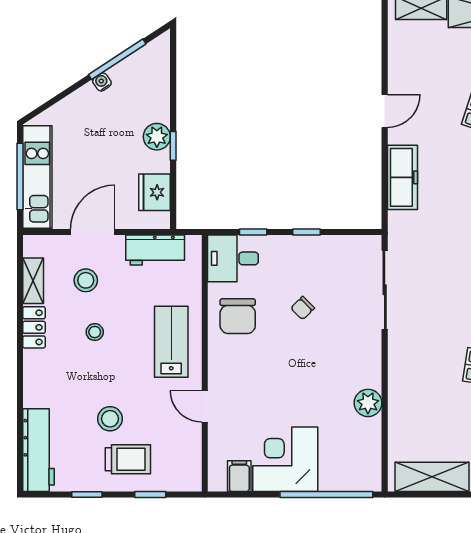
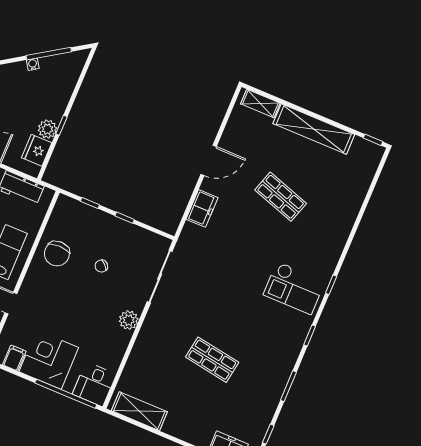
door: (385, 111) -> (209, 160), width x1.38
plant: (157, 137) -> (47, 129), moved
freezer: (403, 177) -> (202, 208), width x0.71
desk: (233, 258) -> (94, 384), moved, turned -90
plant: (368, 403) -> (129, 320), moved

